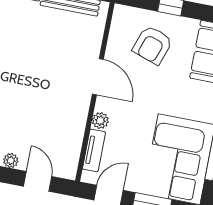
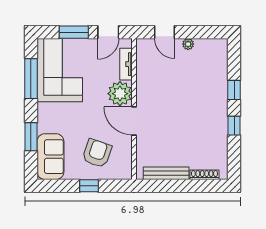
plant: (100, 121) -> (120, 94), width x1.88, depth x1.88

